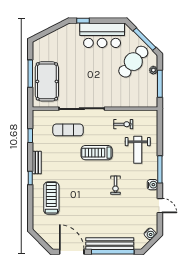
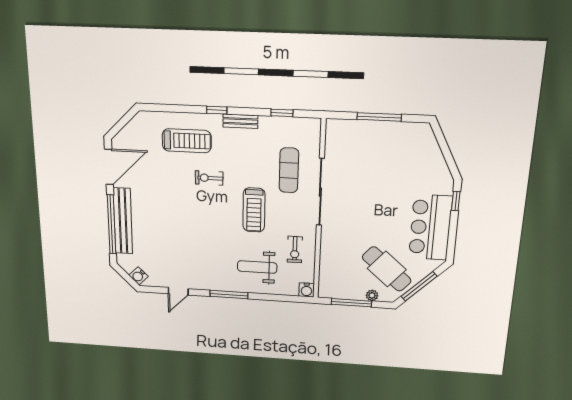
pool table: (47, 81) -> (365, 142), removed
treadmill: (97, 153) -> (254, 210), turned 180
exercise bike: (115, 185) -> (209, 178), moved
water cooler: (153, 185) -> (307, 290), moved

